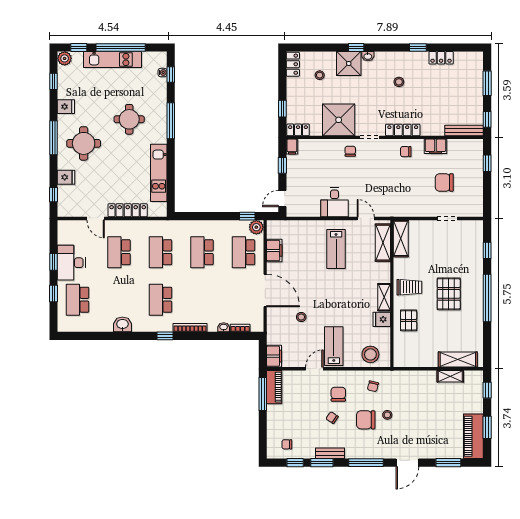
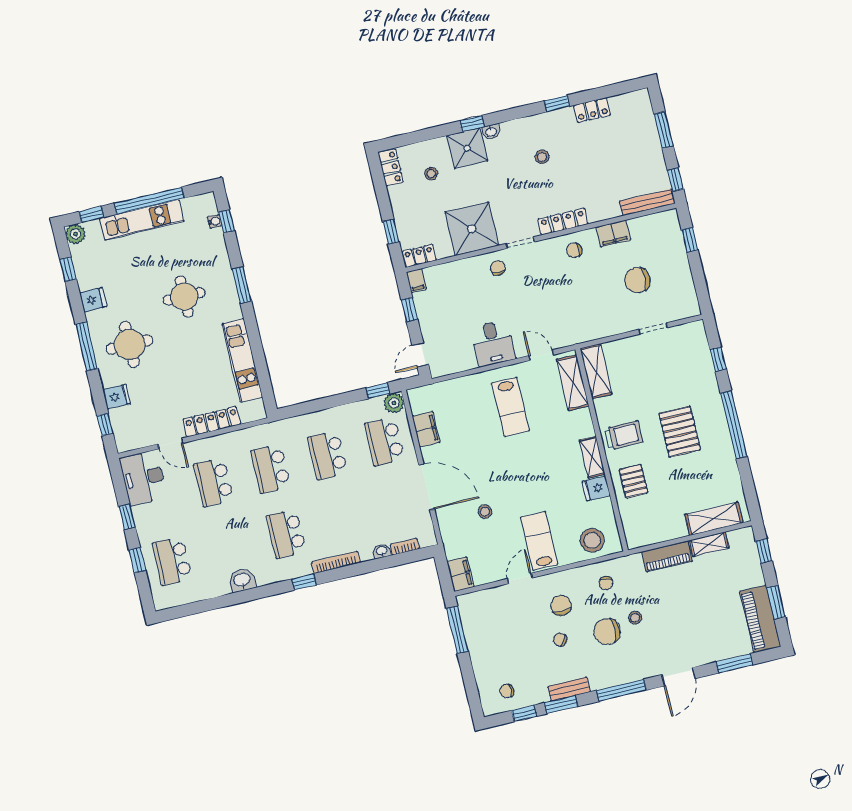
window: (171, 121) -> (242, 285), width x0.69
desk: (71, 263) -> (143, 478), moved
piano: (274, 387) -> (667, 556), moved, turned 90

